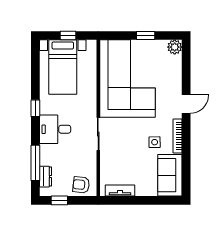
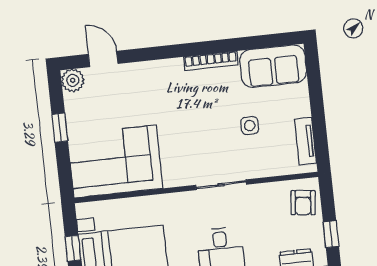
corner sofa: (128, 79) -> (115, 162), width x0.73, depth x0.74
door: (186, 104) -> (103, 59), moved
side table: (155, 142) -> (250, 126), moved

